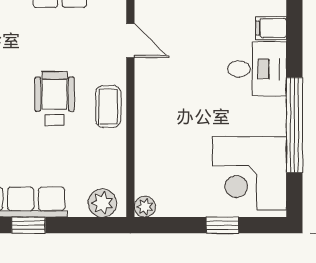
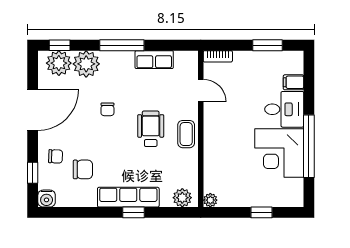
corner desk: (249, 173) -> (279, 153), moved

